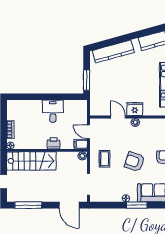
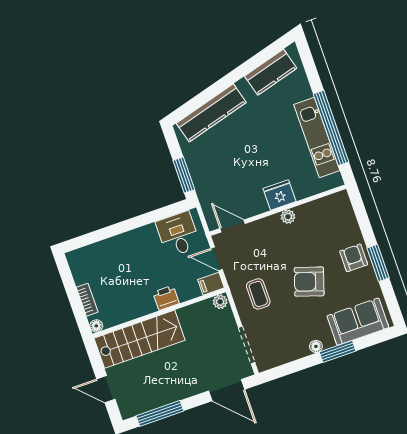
desk: (53, 111) -> (178, 234), moved
door: (118, 117) -> (233, 226), moved

